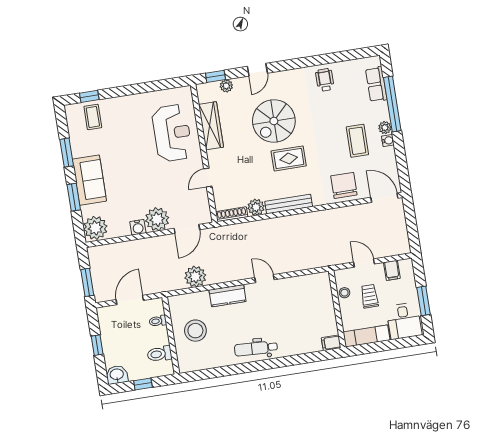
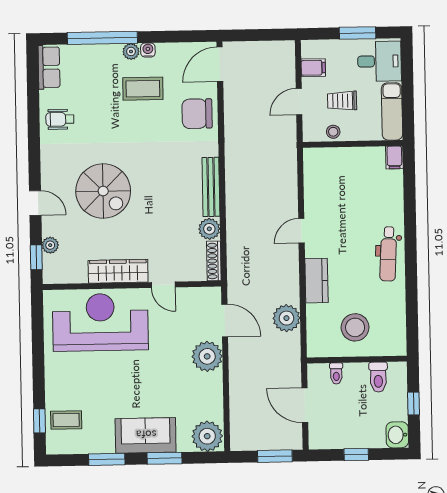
row of seats: (376, 84) -> (49, 67), moved, turned -90
wardrobe: (211, 126) -> (118, 271), moved
reception desk: (172, 133) -> (100, 322), width x1.36, depth x1.30
rug: (289, 158) -> (153, 179), removed
water cooler: (138, 227) -> (214, 382), removed

